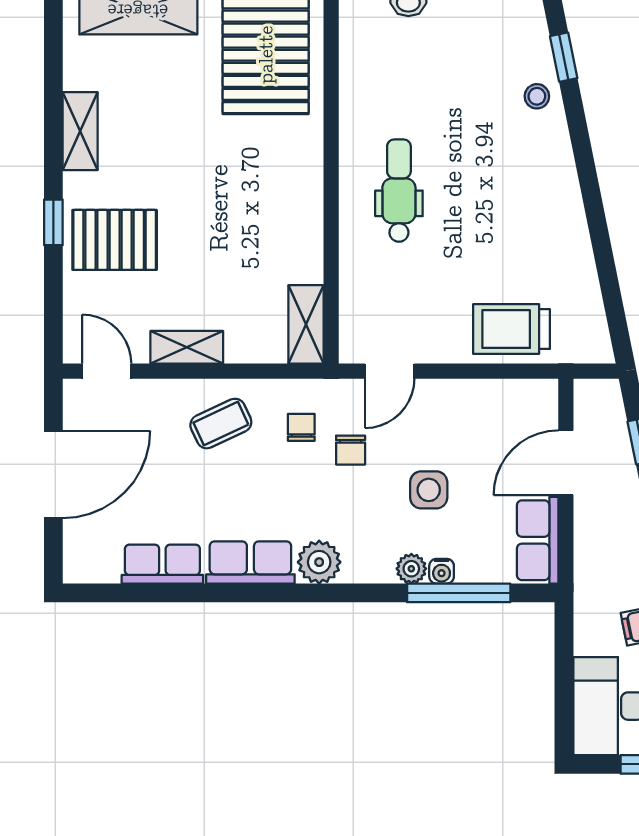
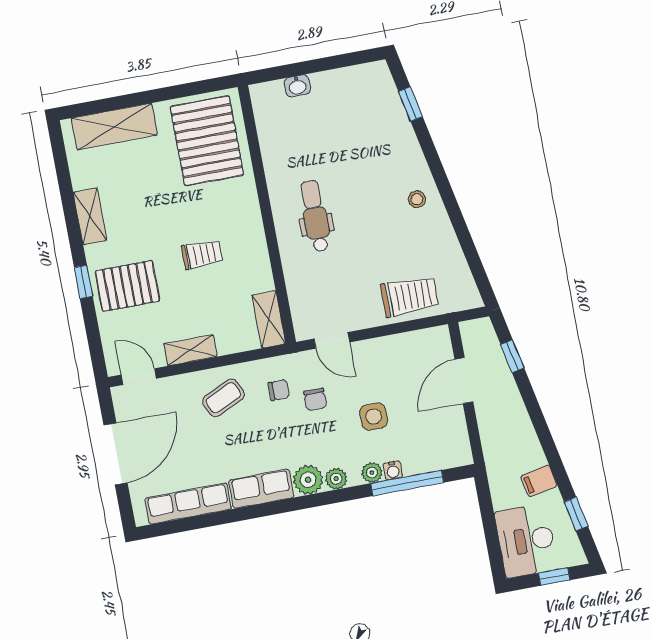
stool: (537, 96) -> (417, 199), moved
trolley: (229, 215) -> (202, 254), added
trolley: (512, 329) -> (410, 296), turned 180
door: (390, 371) -> (332, 340), hinge flipped
chair: (301, 427) -> (279, 390), turned 90
row of seats: (538, 540) -> (454, 437), removed
row of seats: (162, 564) -> (188, 504), width x1.48
plant: (359, 568) -> (336, 479), added

